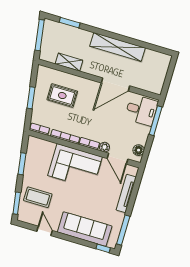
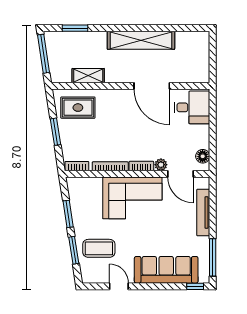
door: (115, 84) -> (152, 86), hinge flipped
rug: (62, 96) -> (78, 108), moved
window: (156, 121) -> (213, 115), removed
window: (17, 203) -> (74, 250), moved

